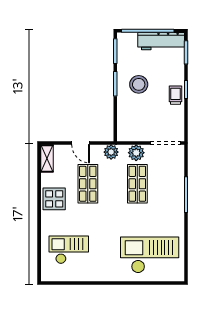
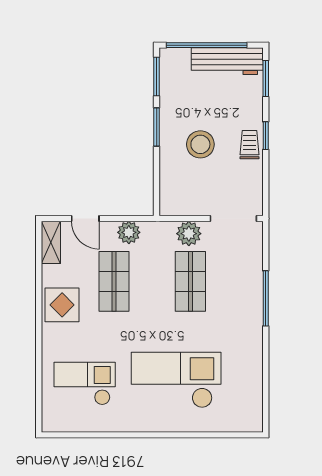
stool: (139, 84) -> (200, 144), moved
door: (81, 143) -> (85, 219), moved
plant: (111, 152) -> (129, 232), moved
checkout: (150, 255) -> (176, 380), moved

